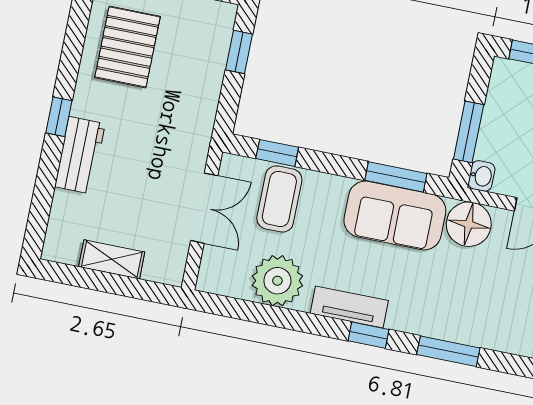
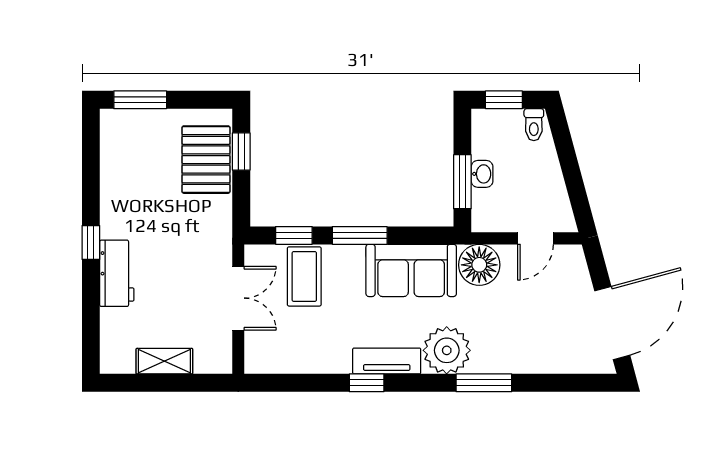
pallet: (128, 47) -> (206, 160), moved
washbasin: (482, 176) -> (482, 174), moved
window: (396, 177) -> (360, 235), moved
plant: (277, 281) -> (447, 350), moved
window: (369, 335) -> (367, 383), moved

